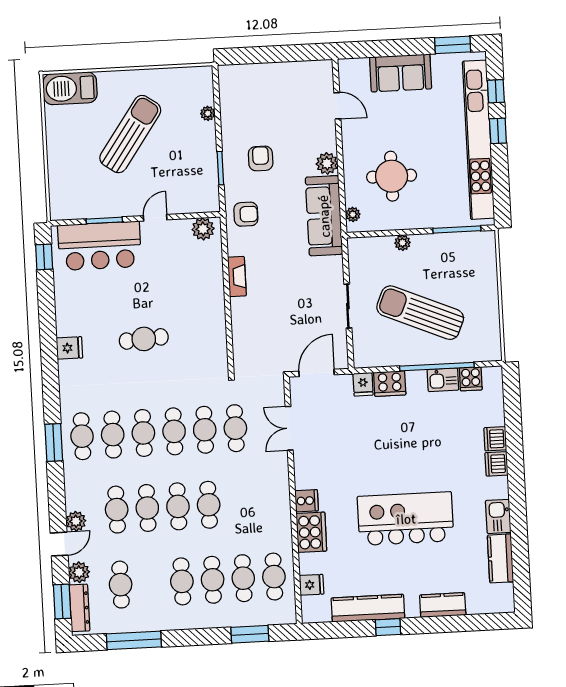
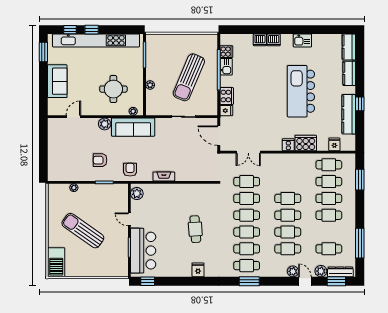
kitchen counter: (500, 558) -> (349, 47), moved, turned 90

